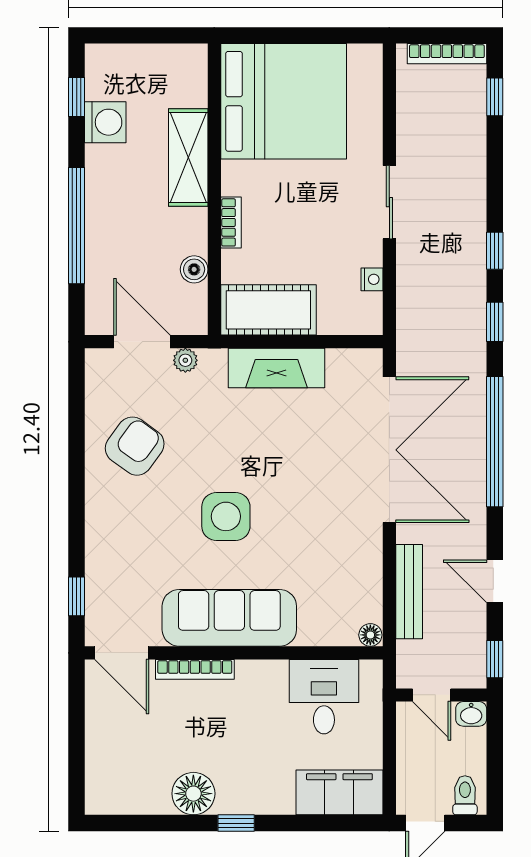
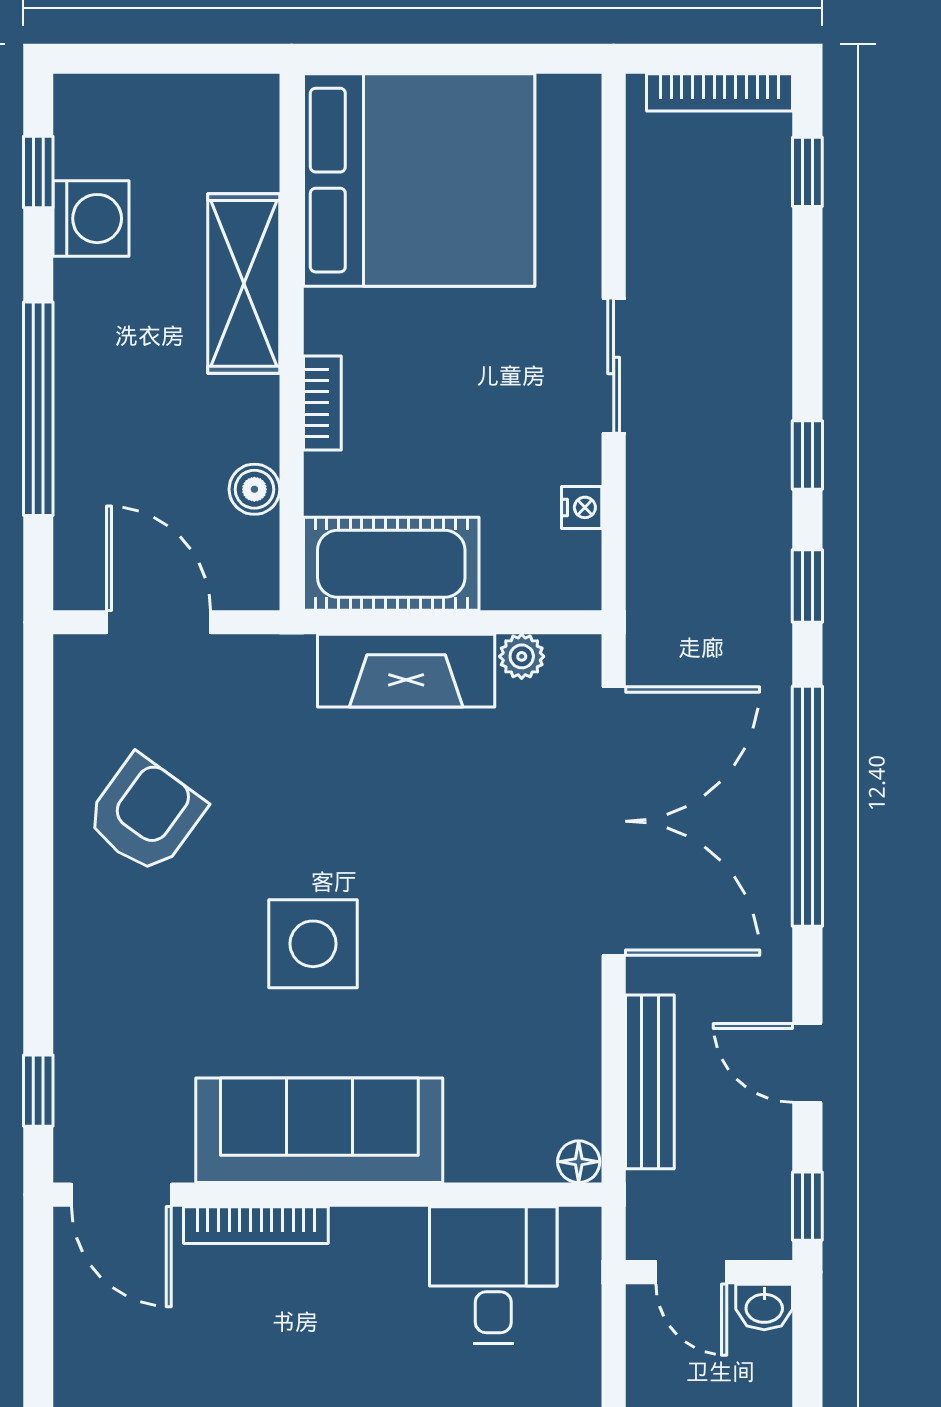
plant: (185, 360) -> (522, 656), moved

